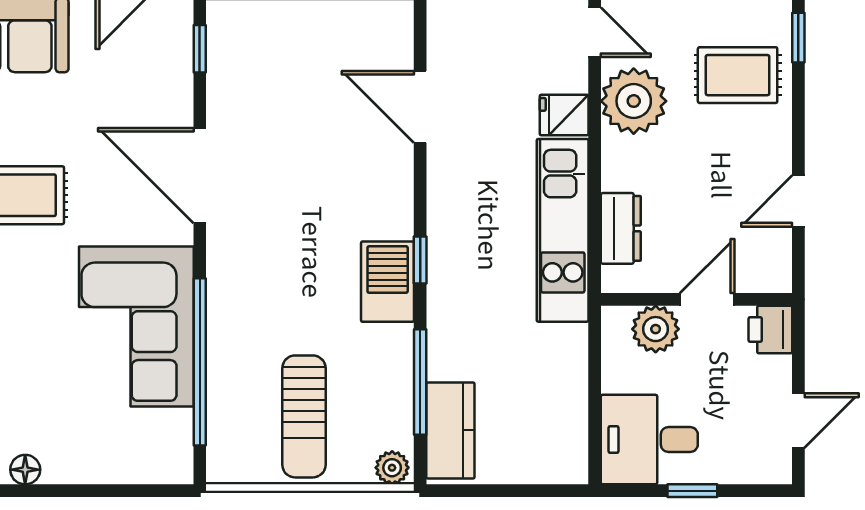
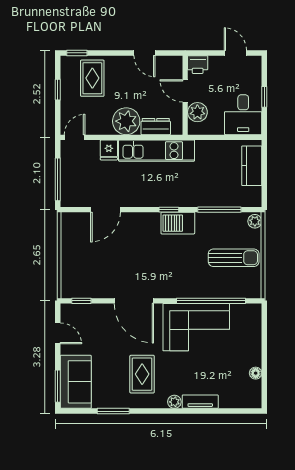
plant: (634, 101) -> (126, 121), moved
door: (200, 176) -> (134, 301), hinge flipped
kitchen counter: (450, 430) -> (252, 166), moved, turned -90

